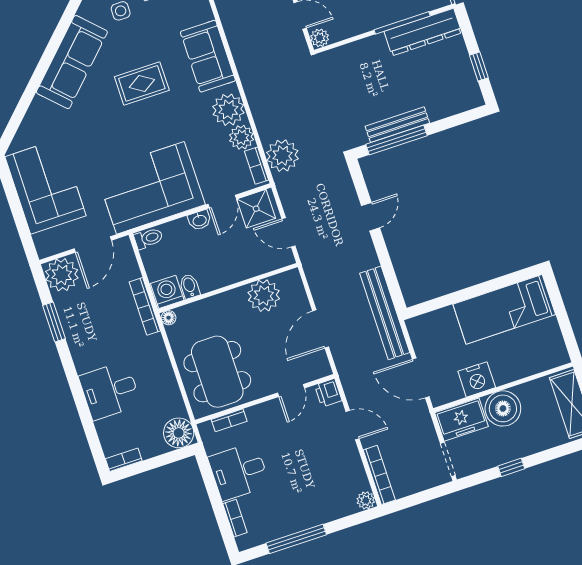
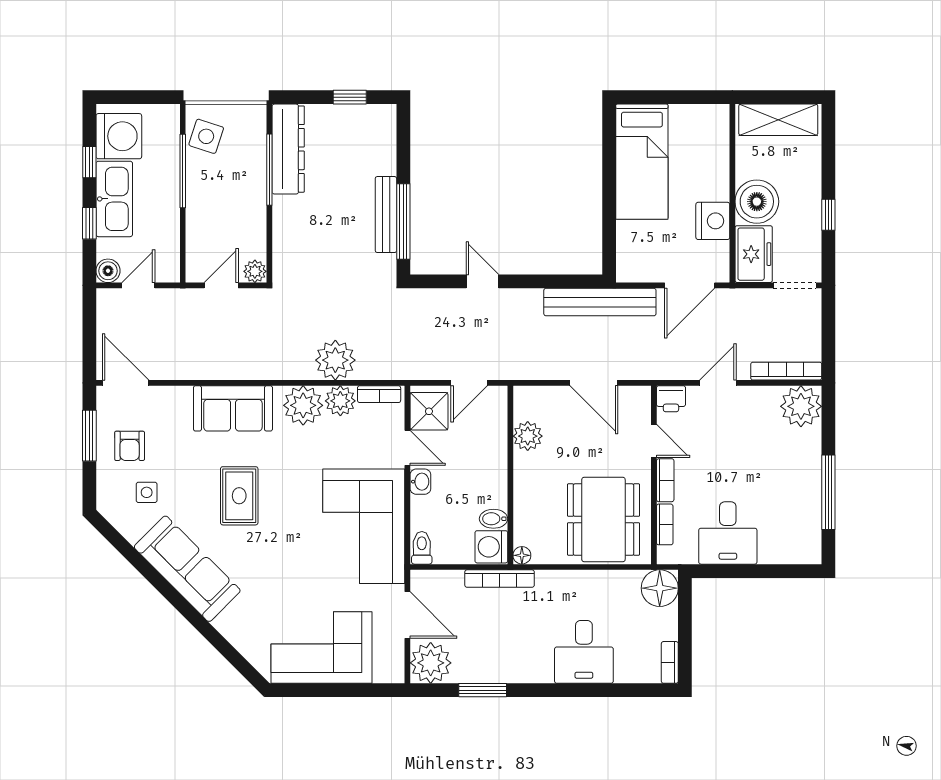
plant: (282, 156) -> (335, 360), moved
plant: (264, 296) -> (528, 436), width x0.73, depth x0.73
dining table: (217, 372) -> (603, 520), turned 90
plant: (366, 500) -> (801, 406), width x1.87, depth x1.87
bookcase: (235, 518) -> (665, 480), moved, turned 90

